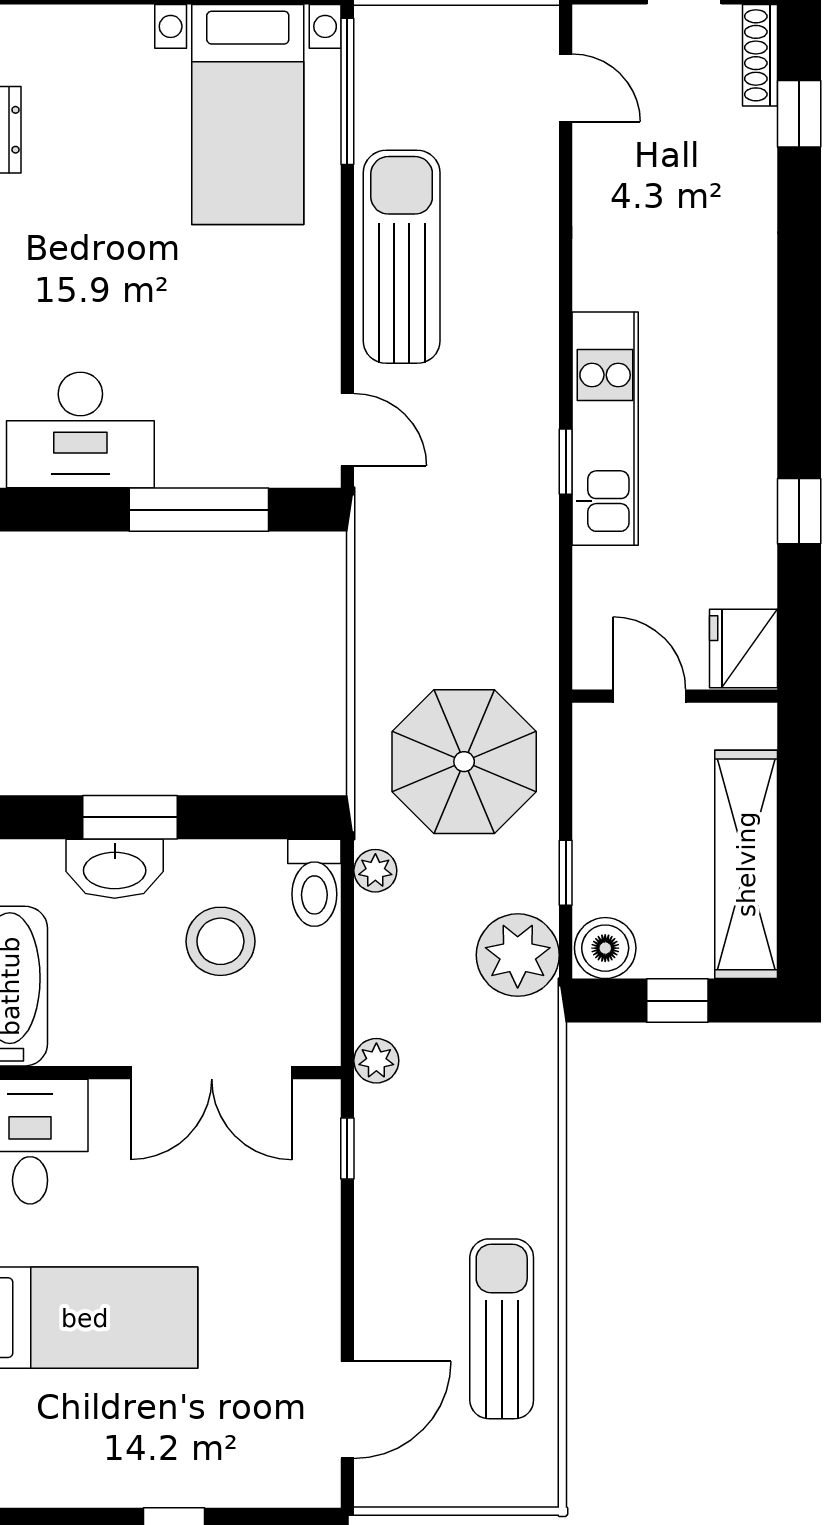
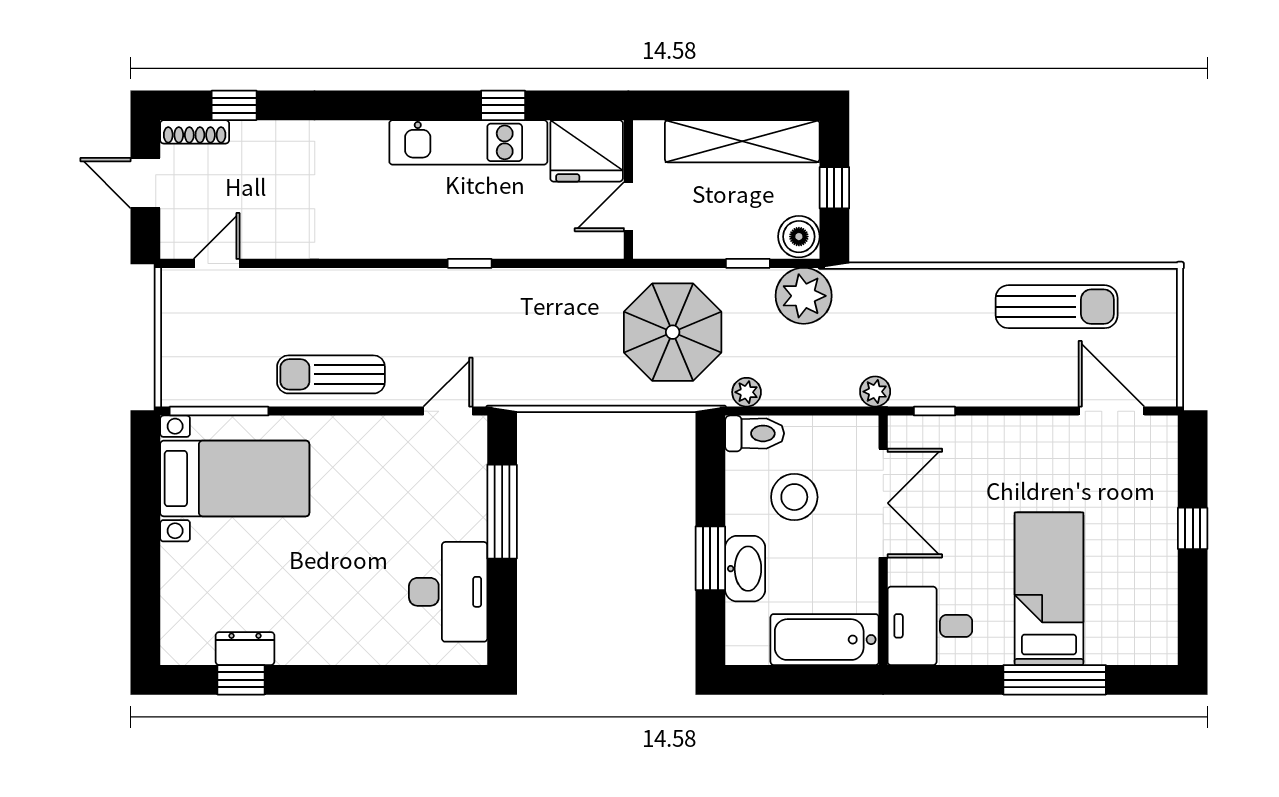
sun lounger: (402, 257) -> (331, 374), width x0.73, depth x0.75
kitchen unit: (605, 429) -> (468, 142), moved, turned 180
fridge: (743, 649) -> (587, 151), width x1.36, depth x1.34
sun lounger: (502, 1329) -> (1057, 307), turned 180

